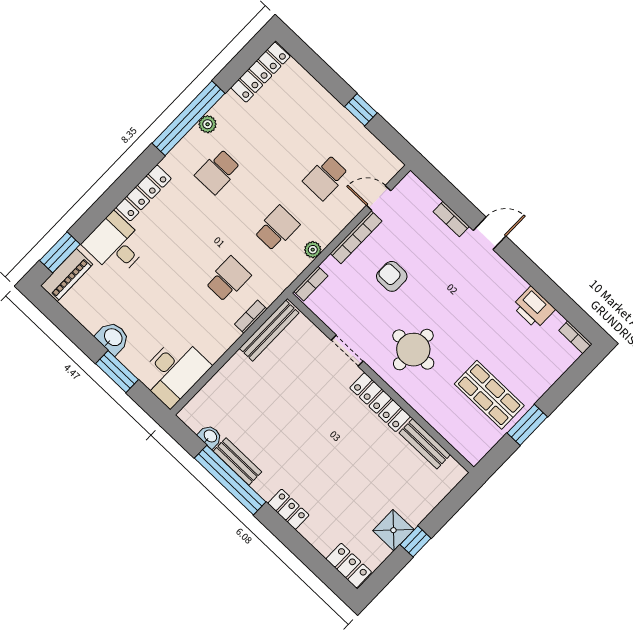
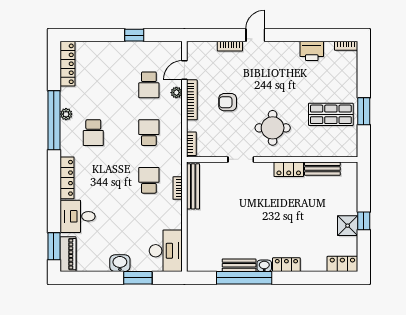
plant: (313, 250) -> (176, 93), moved
locker: (380, 402) -> (289, 169), width x0.66
washbasin: (210, 436) -> (264, 266), moved

